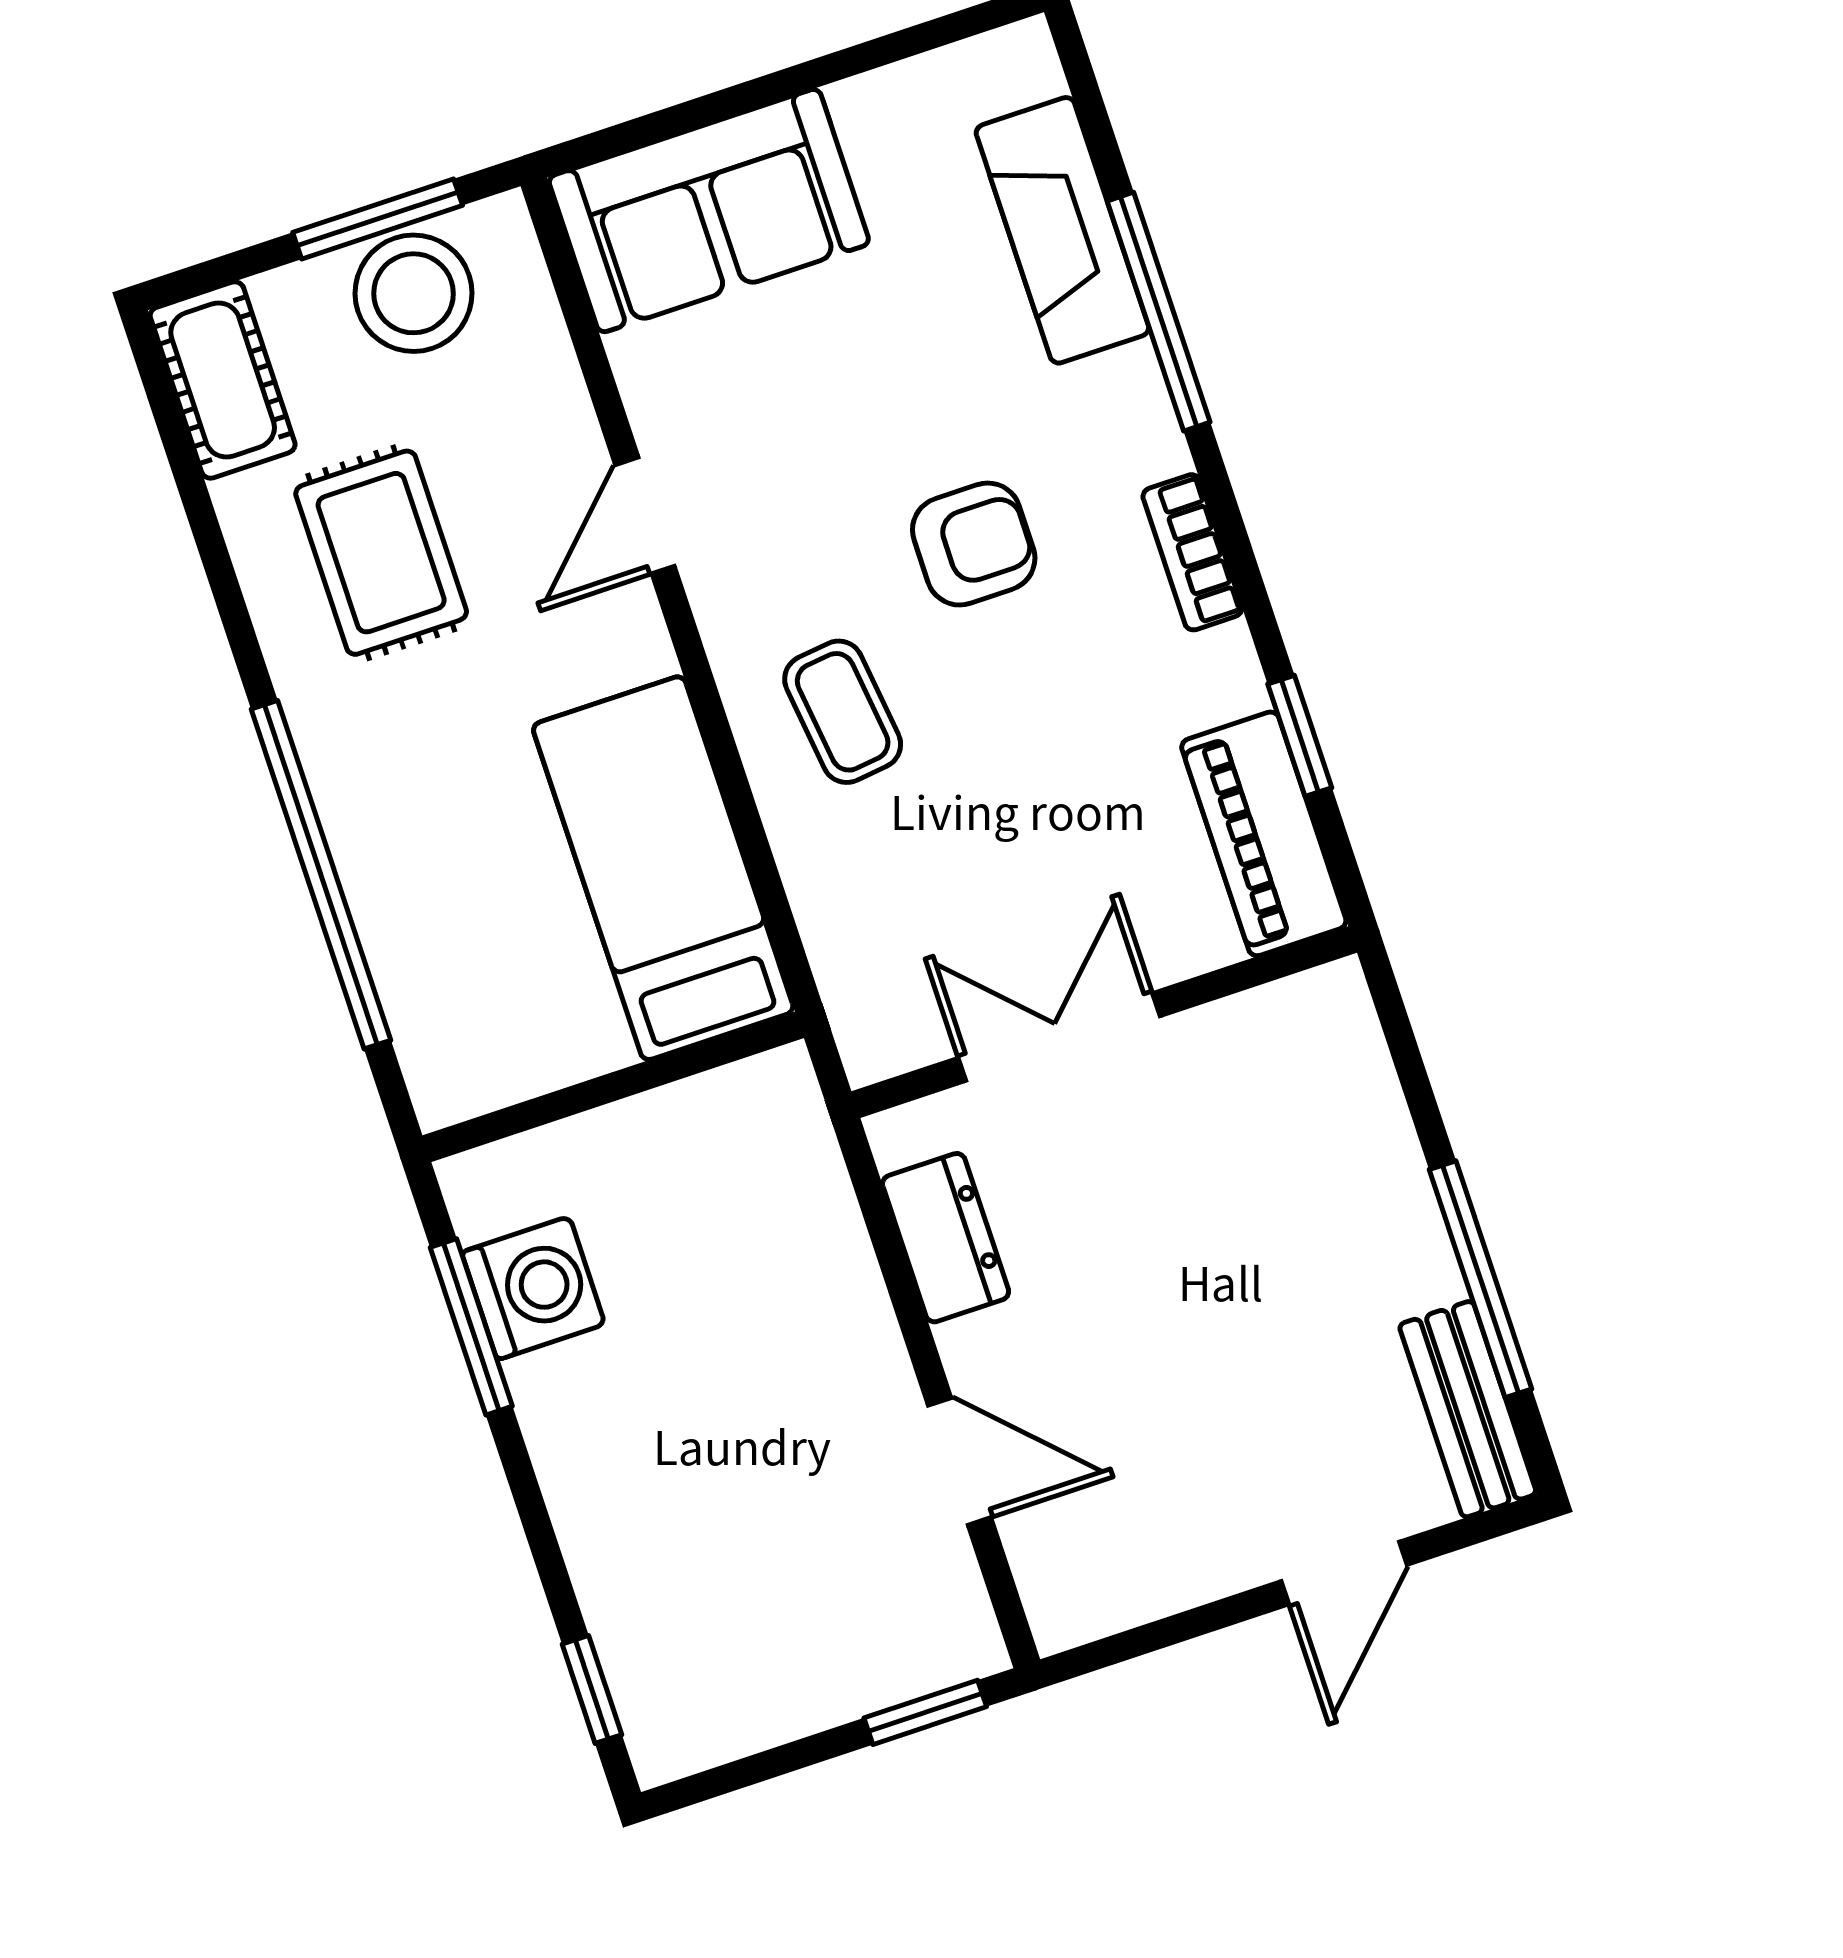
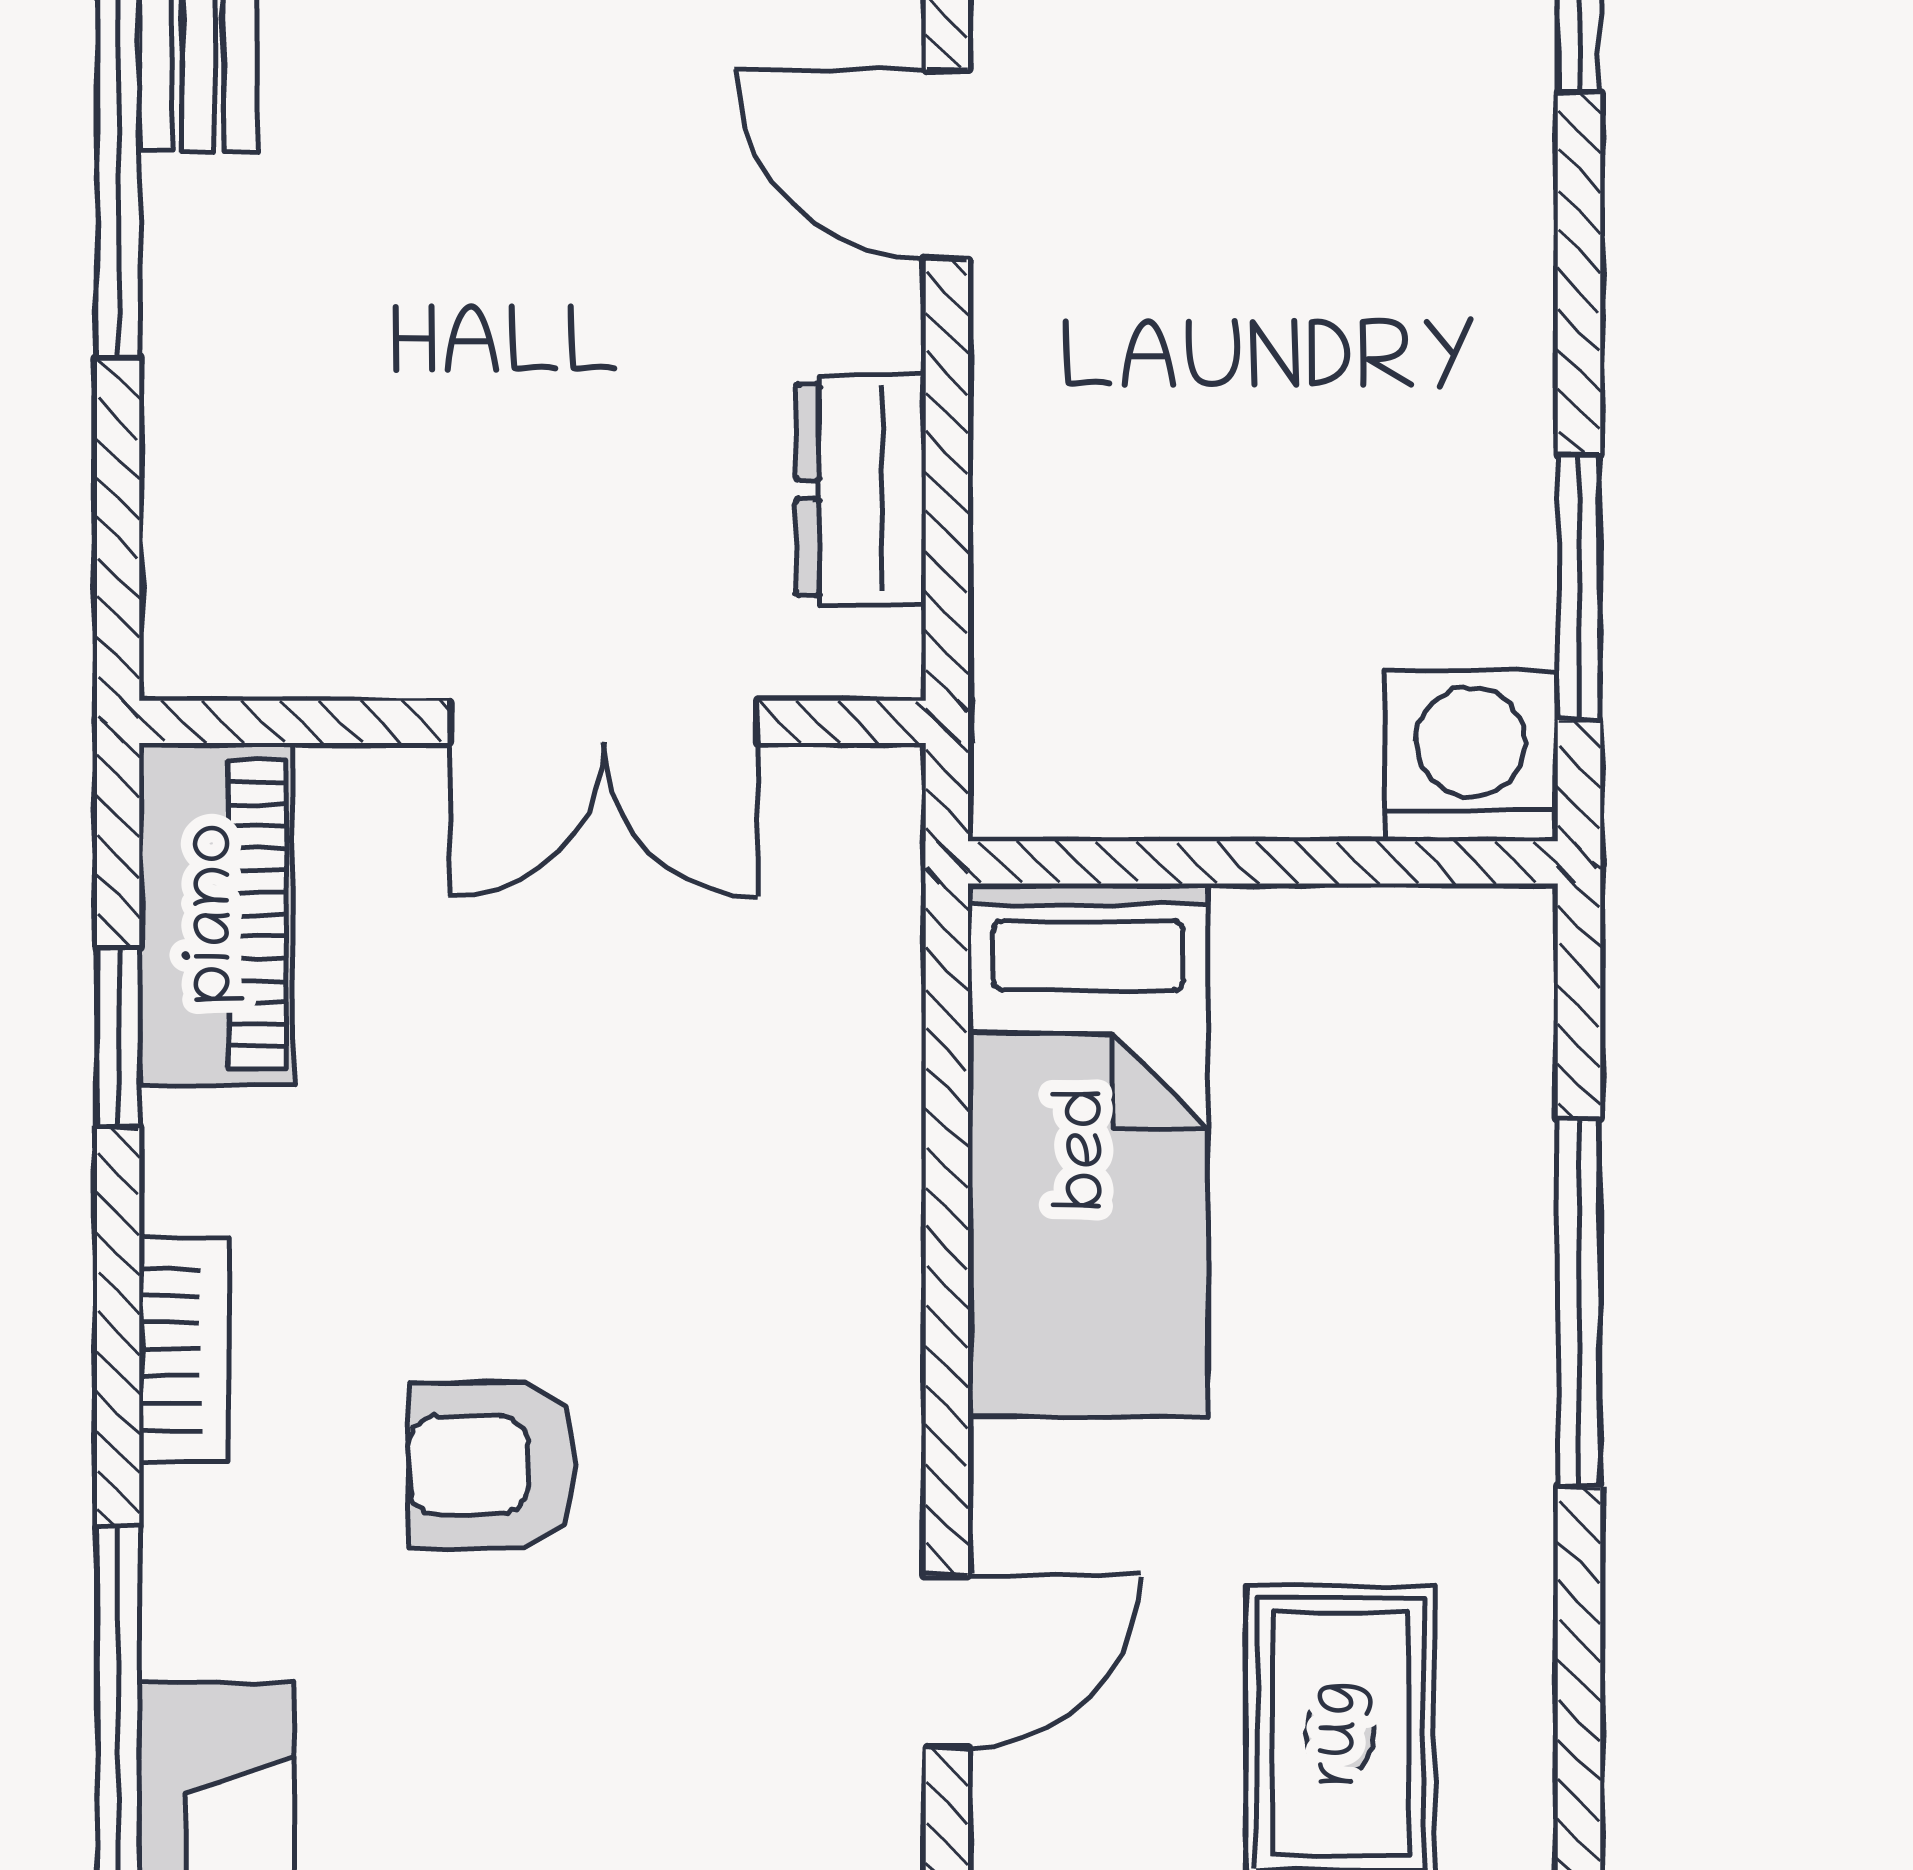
coffee table: (843, 712) -> (758, 1288), removed
window: (321, 875) -> (1579, 1303), width x0.68
washing machine: (533, 1288) -> (1471, 756), moved, turned 90

